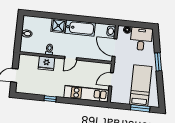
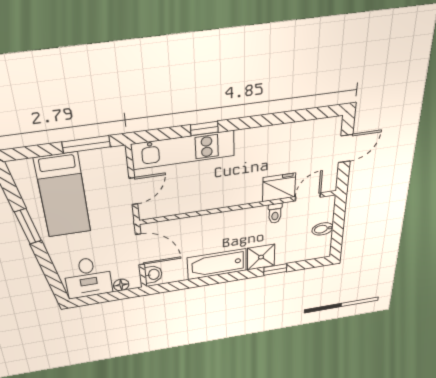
window: (52, 16) -> (275, 270), added
door: (71, 58) -> (308, 197), moved
window: (158, 62) -> (28, 226), moved
window: (50, 99) -> (204, 128), moved
window: (140, 108) -> (86, 144), moved

